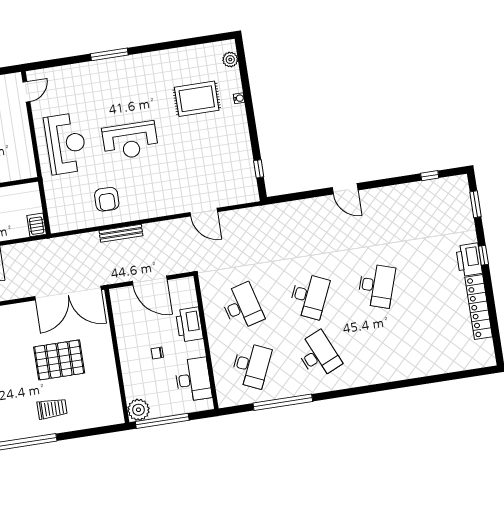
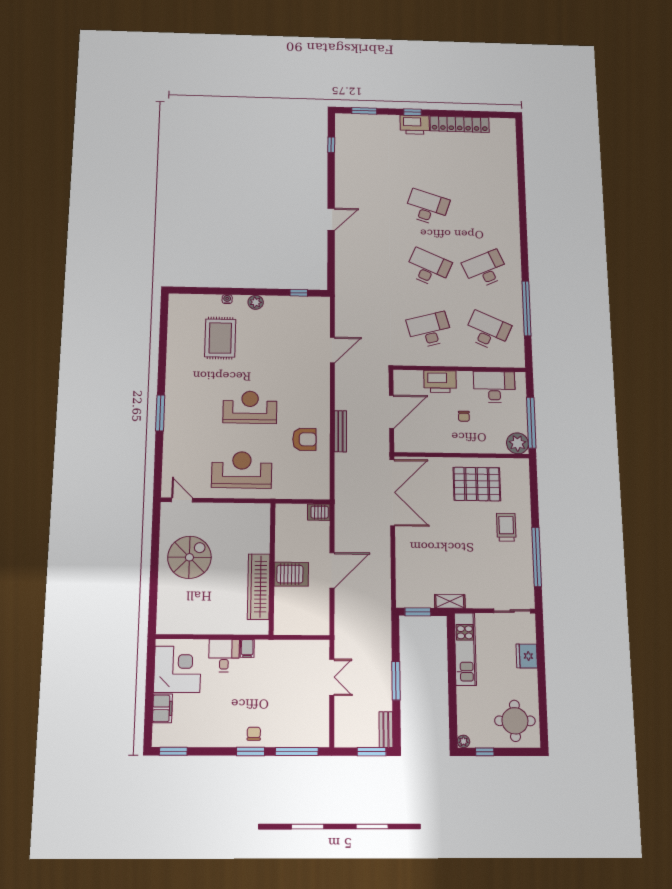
plant: (230, 60) -> (256, 302), moved
reception desk: (130, 141) -> (250, 407), turned -90
pallet: (59, 360) -> (477, 484), moved, turned 90

